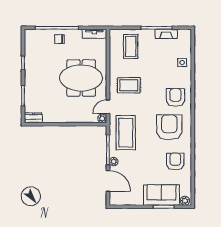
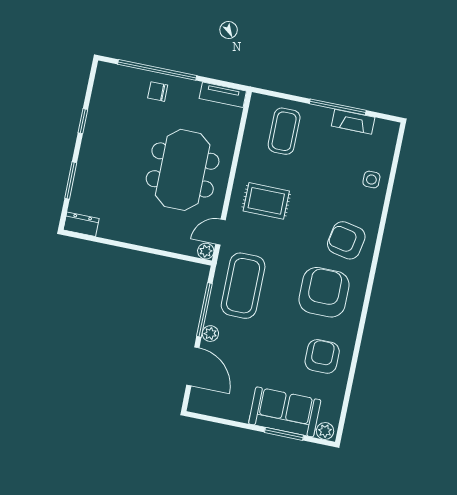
meeting table: (81, 78) -> (183, 170), turned 90
armchair: (175, 97) -> (346, 240), turned -79

